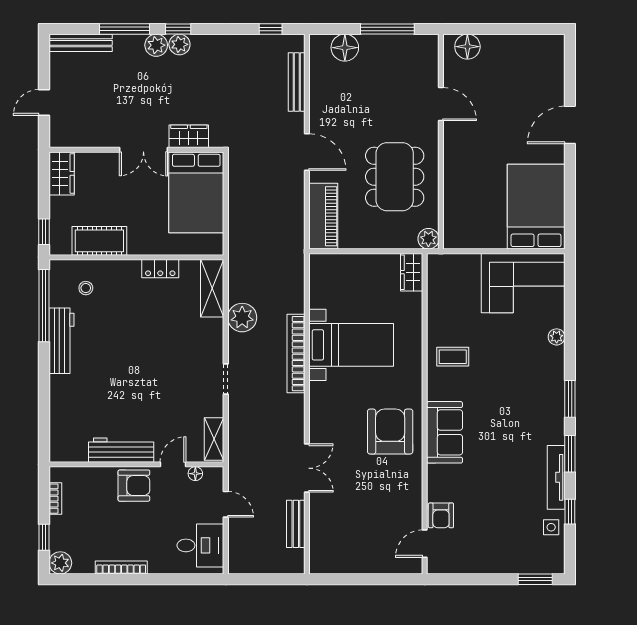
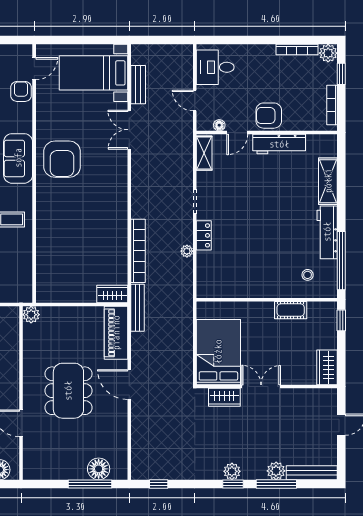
window: (387, 29) -> (90, 484), moved
plant: (156, 45) -> (276, 471), moved
bench: (297, 82) -> (137, 308), moved
dining table: (395, 177) -> (68, 391), moved
cot: (99, 241) -> (291, 310), width x0.73, depth x0.75
locker: (160, 269) -> (204, 235), moved, turned 90
wardrobe: (412, 272) -> (112, 294), moved, turned -90
shelving: (212, 288) -> (328, 181), moved
plant: (242, 318) -> (187, 251), width x0.53, depth x0.53
bed with nightstands: (351, 345) -> (93, 73), moved
bookcase: (296, 354) -> (138, 251), moved
bookcase: (55, 499) -> (332, 105), width x1.56
bookcase: (121, 567) -> (297, 49), moved

